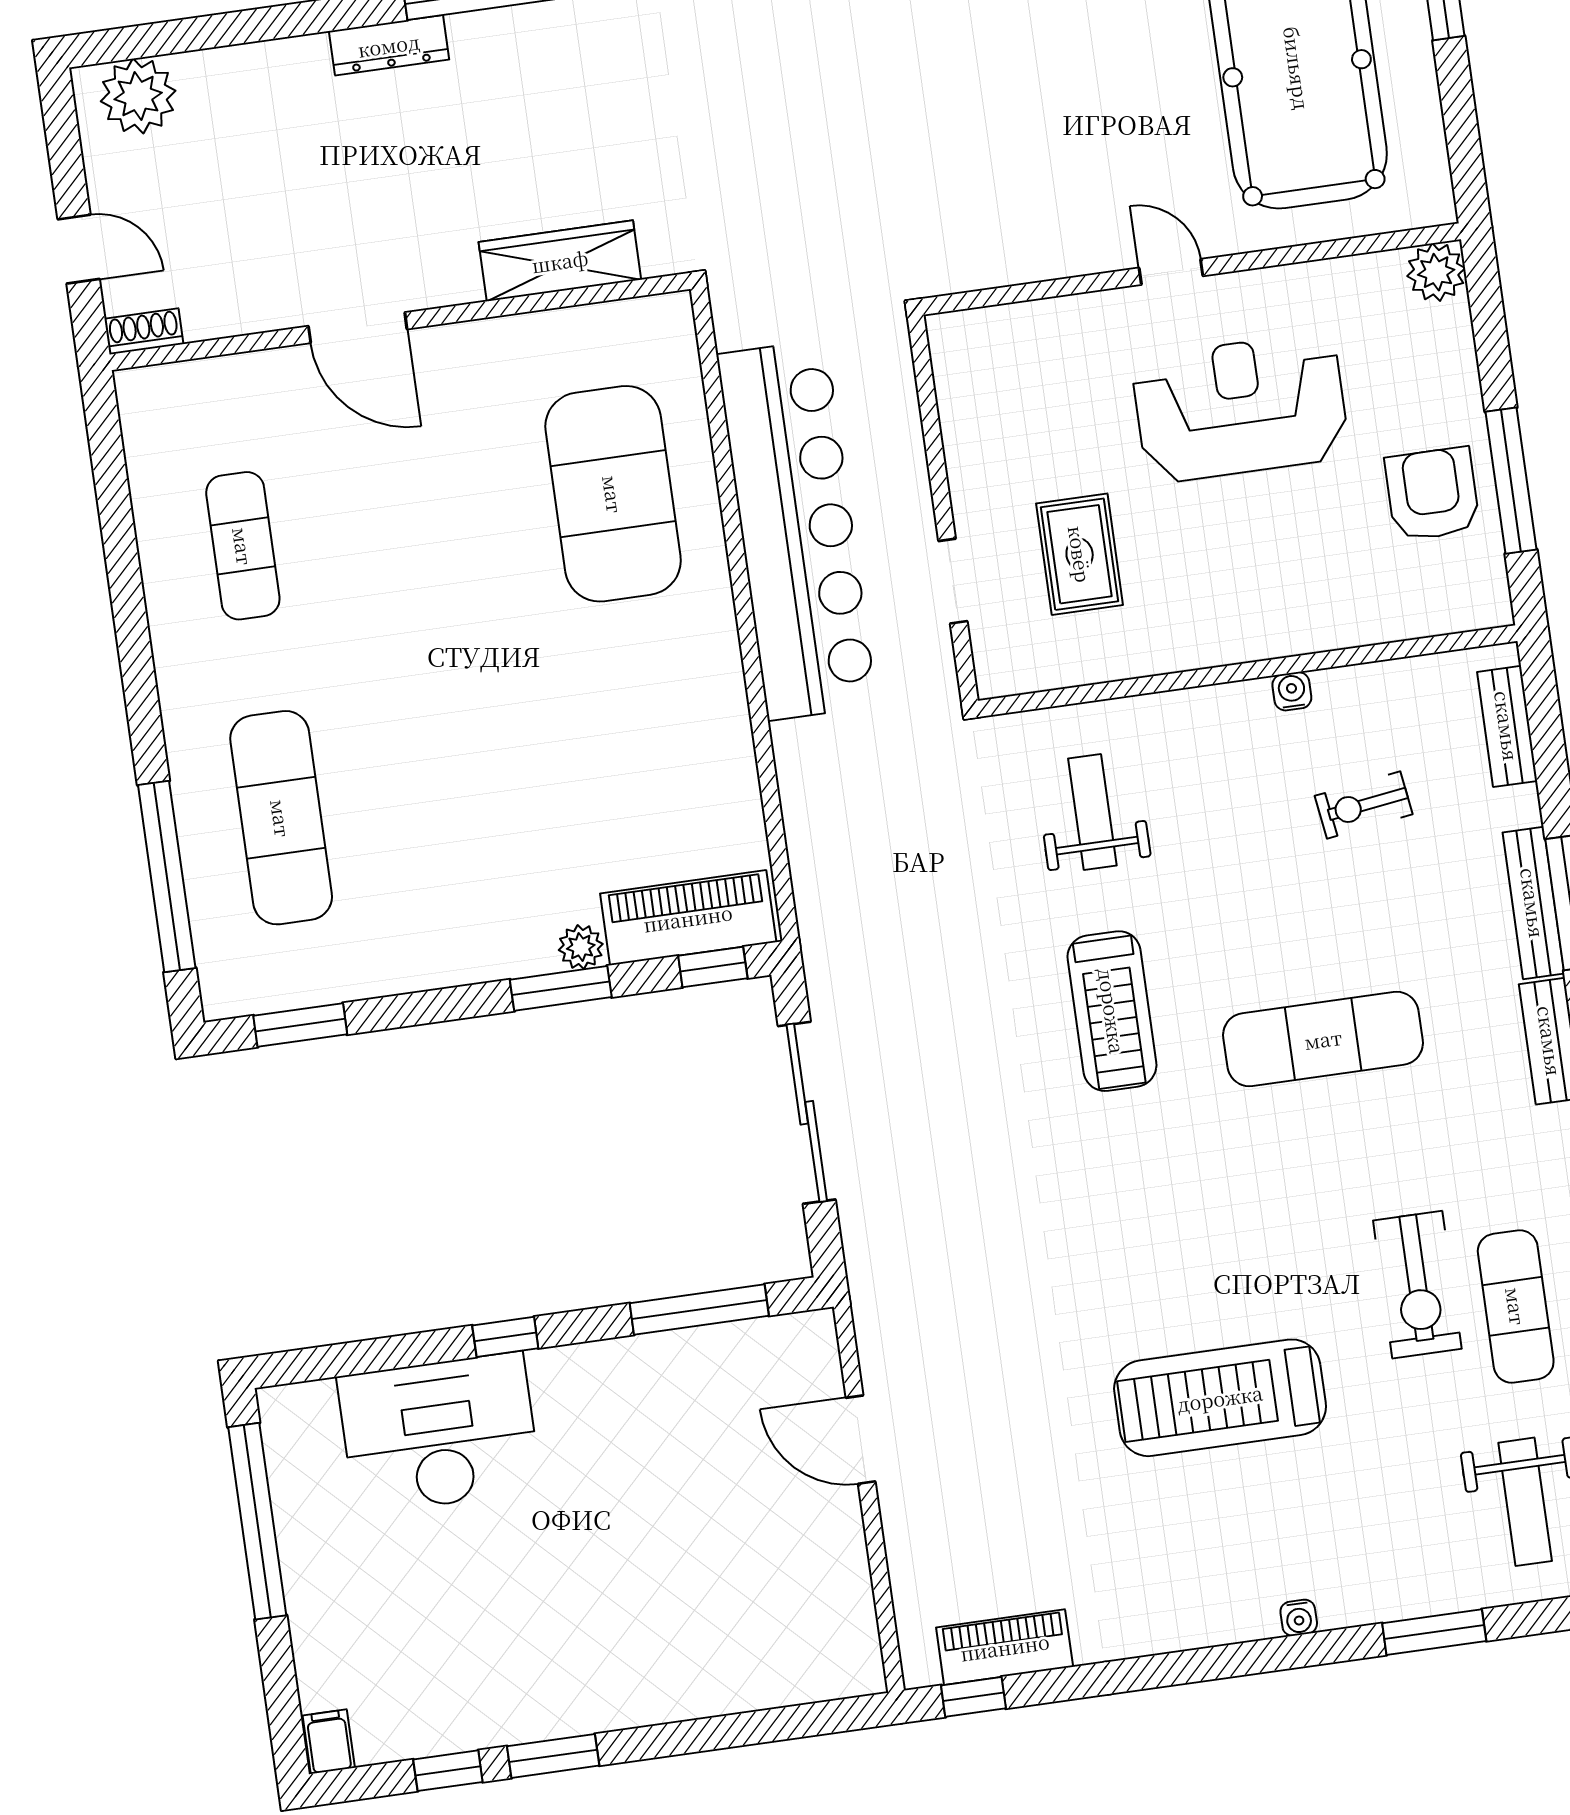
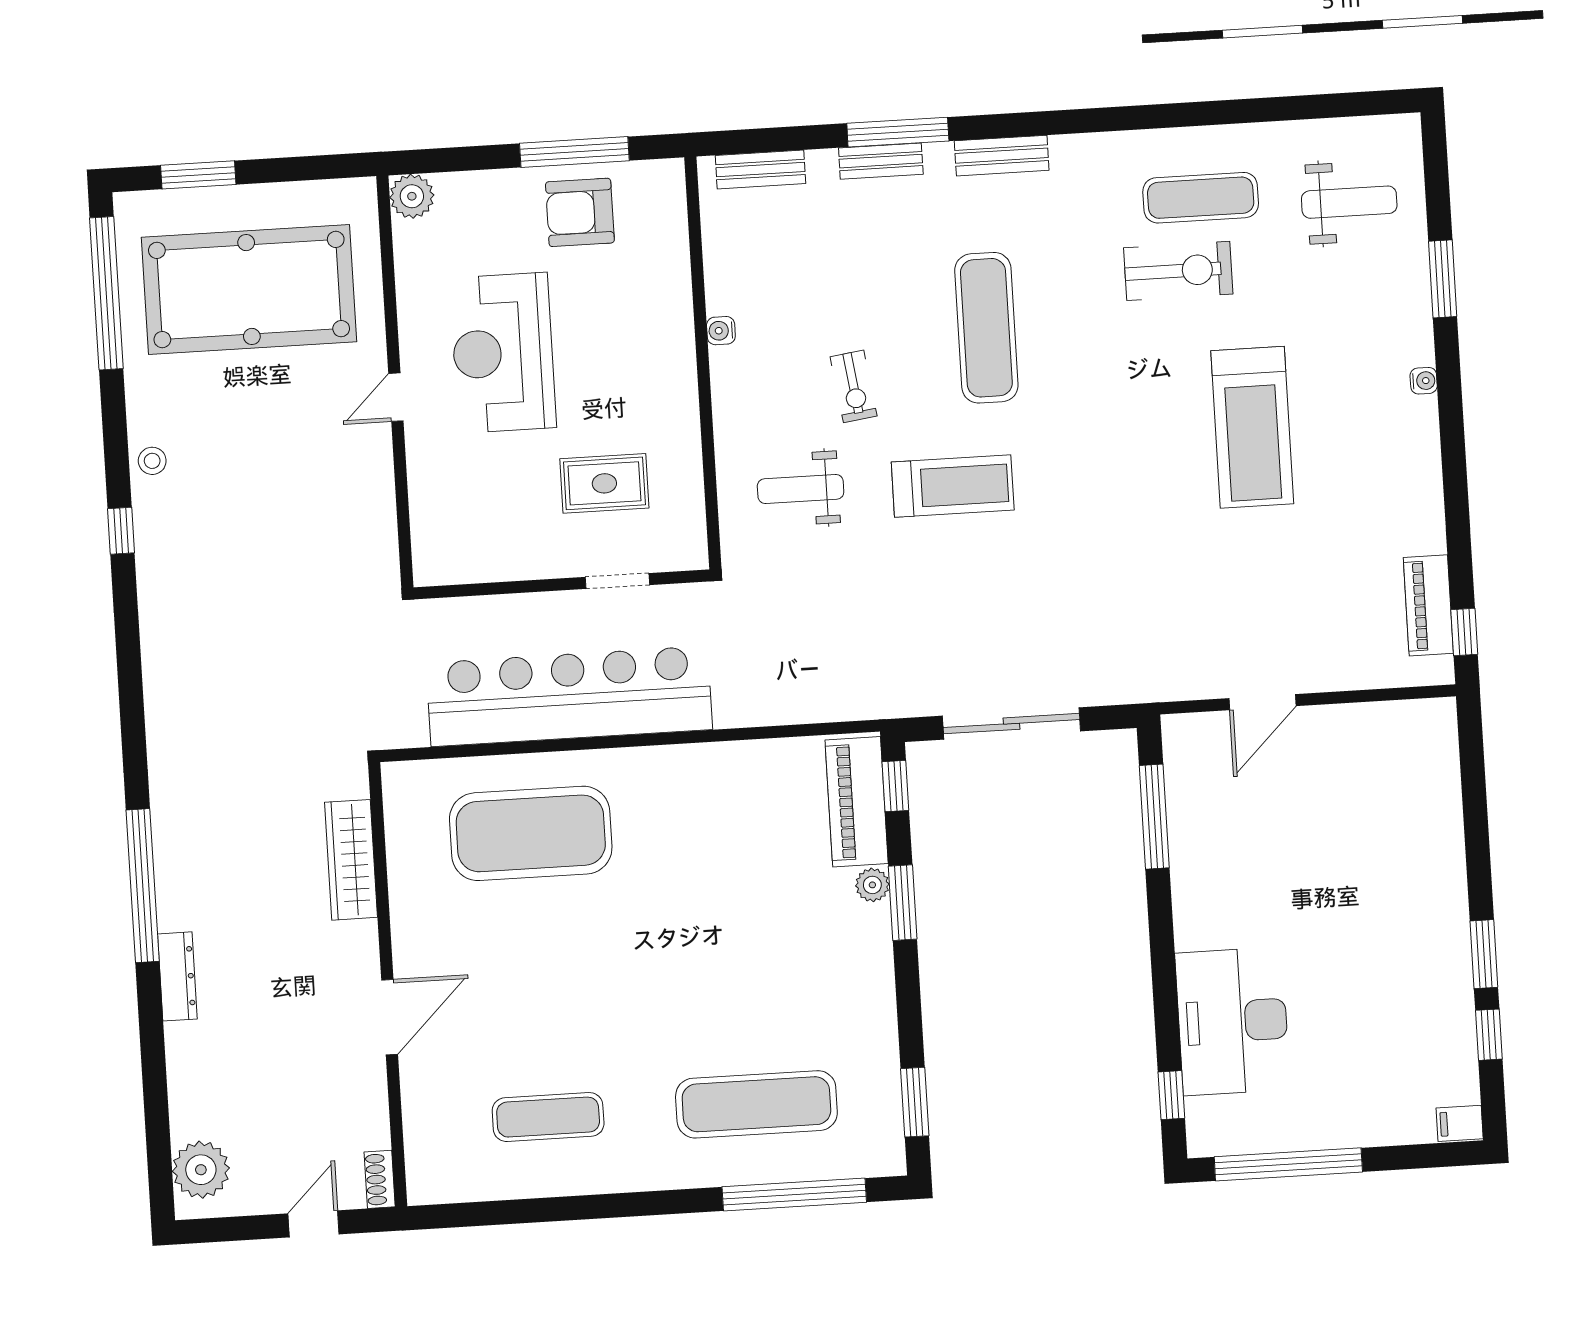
exercise bike: (1364, 805) -> (854, 386), moved
bench: (1533, 903) -> (881, 161), width x0.73
window: (505, 1337) -> (1171, 1095), moved

